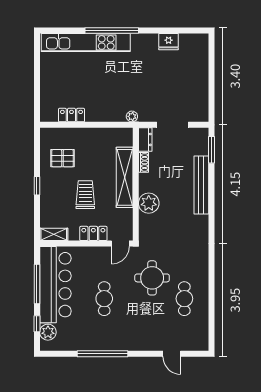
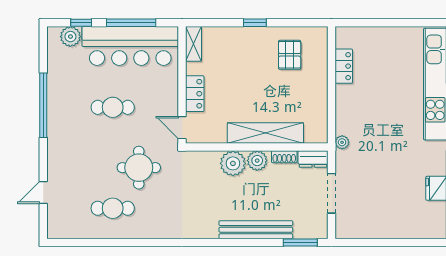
plant: (146, 184) -> (257, 161), added
trolley: (85, 195) -> (244, 84), removed

